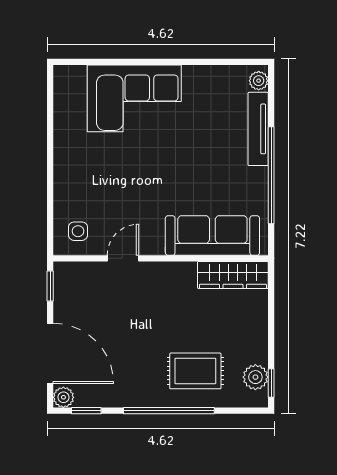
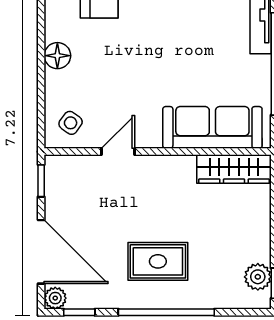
floor lamp: (65, 167) -> (57, 56), added
side table: (78, 231) -> (71, 123), turned 36
rug: (195, 371) -> (158, 261), moved

